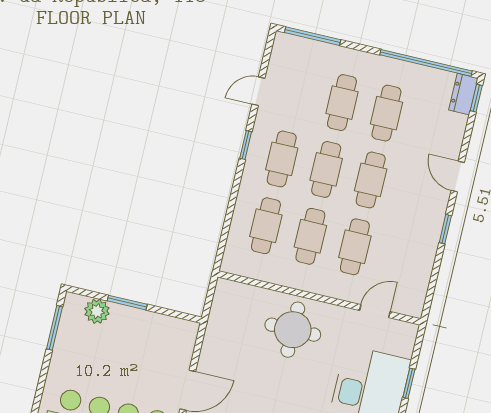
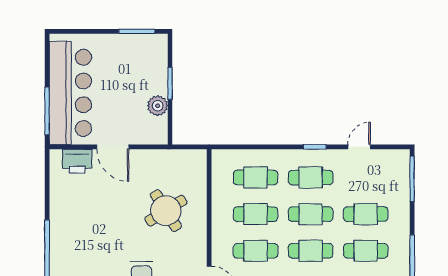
door: (258, 91) -> (359, 147), hinge flipped
plant: (97, 311) -> (158, 106), moved
round table: (293, 330) -> (166, 211), moved, turned -32

